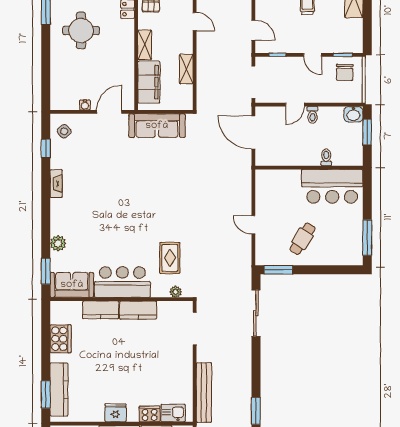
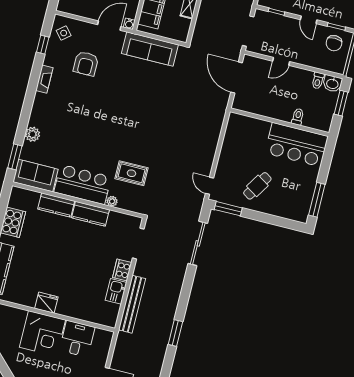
water cooler: (85, 105) -> (129, 24), moved
toilet: (312, 115) -> (318, 80), moved
armchair: (95, 157) -> (86, 64), added
door: (253, 225) -> (210, 186), moved
rug: (170, 258) -> (131, 173), turned 90
plant: (176, 292) -> (112, 201), moved
kitchen sink: (173, 413) -> (116, 291), moved, turned -90
cooker: (150, 414) -> (122, 270), moved, turned -90

